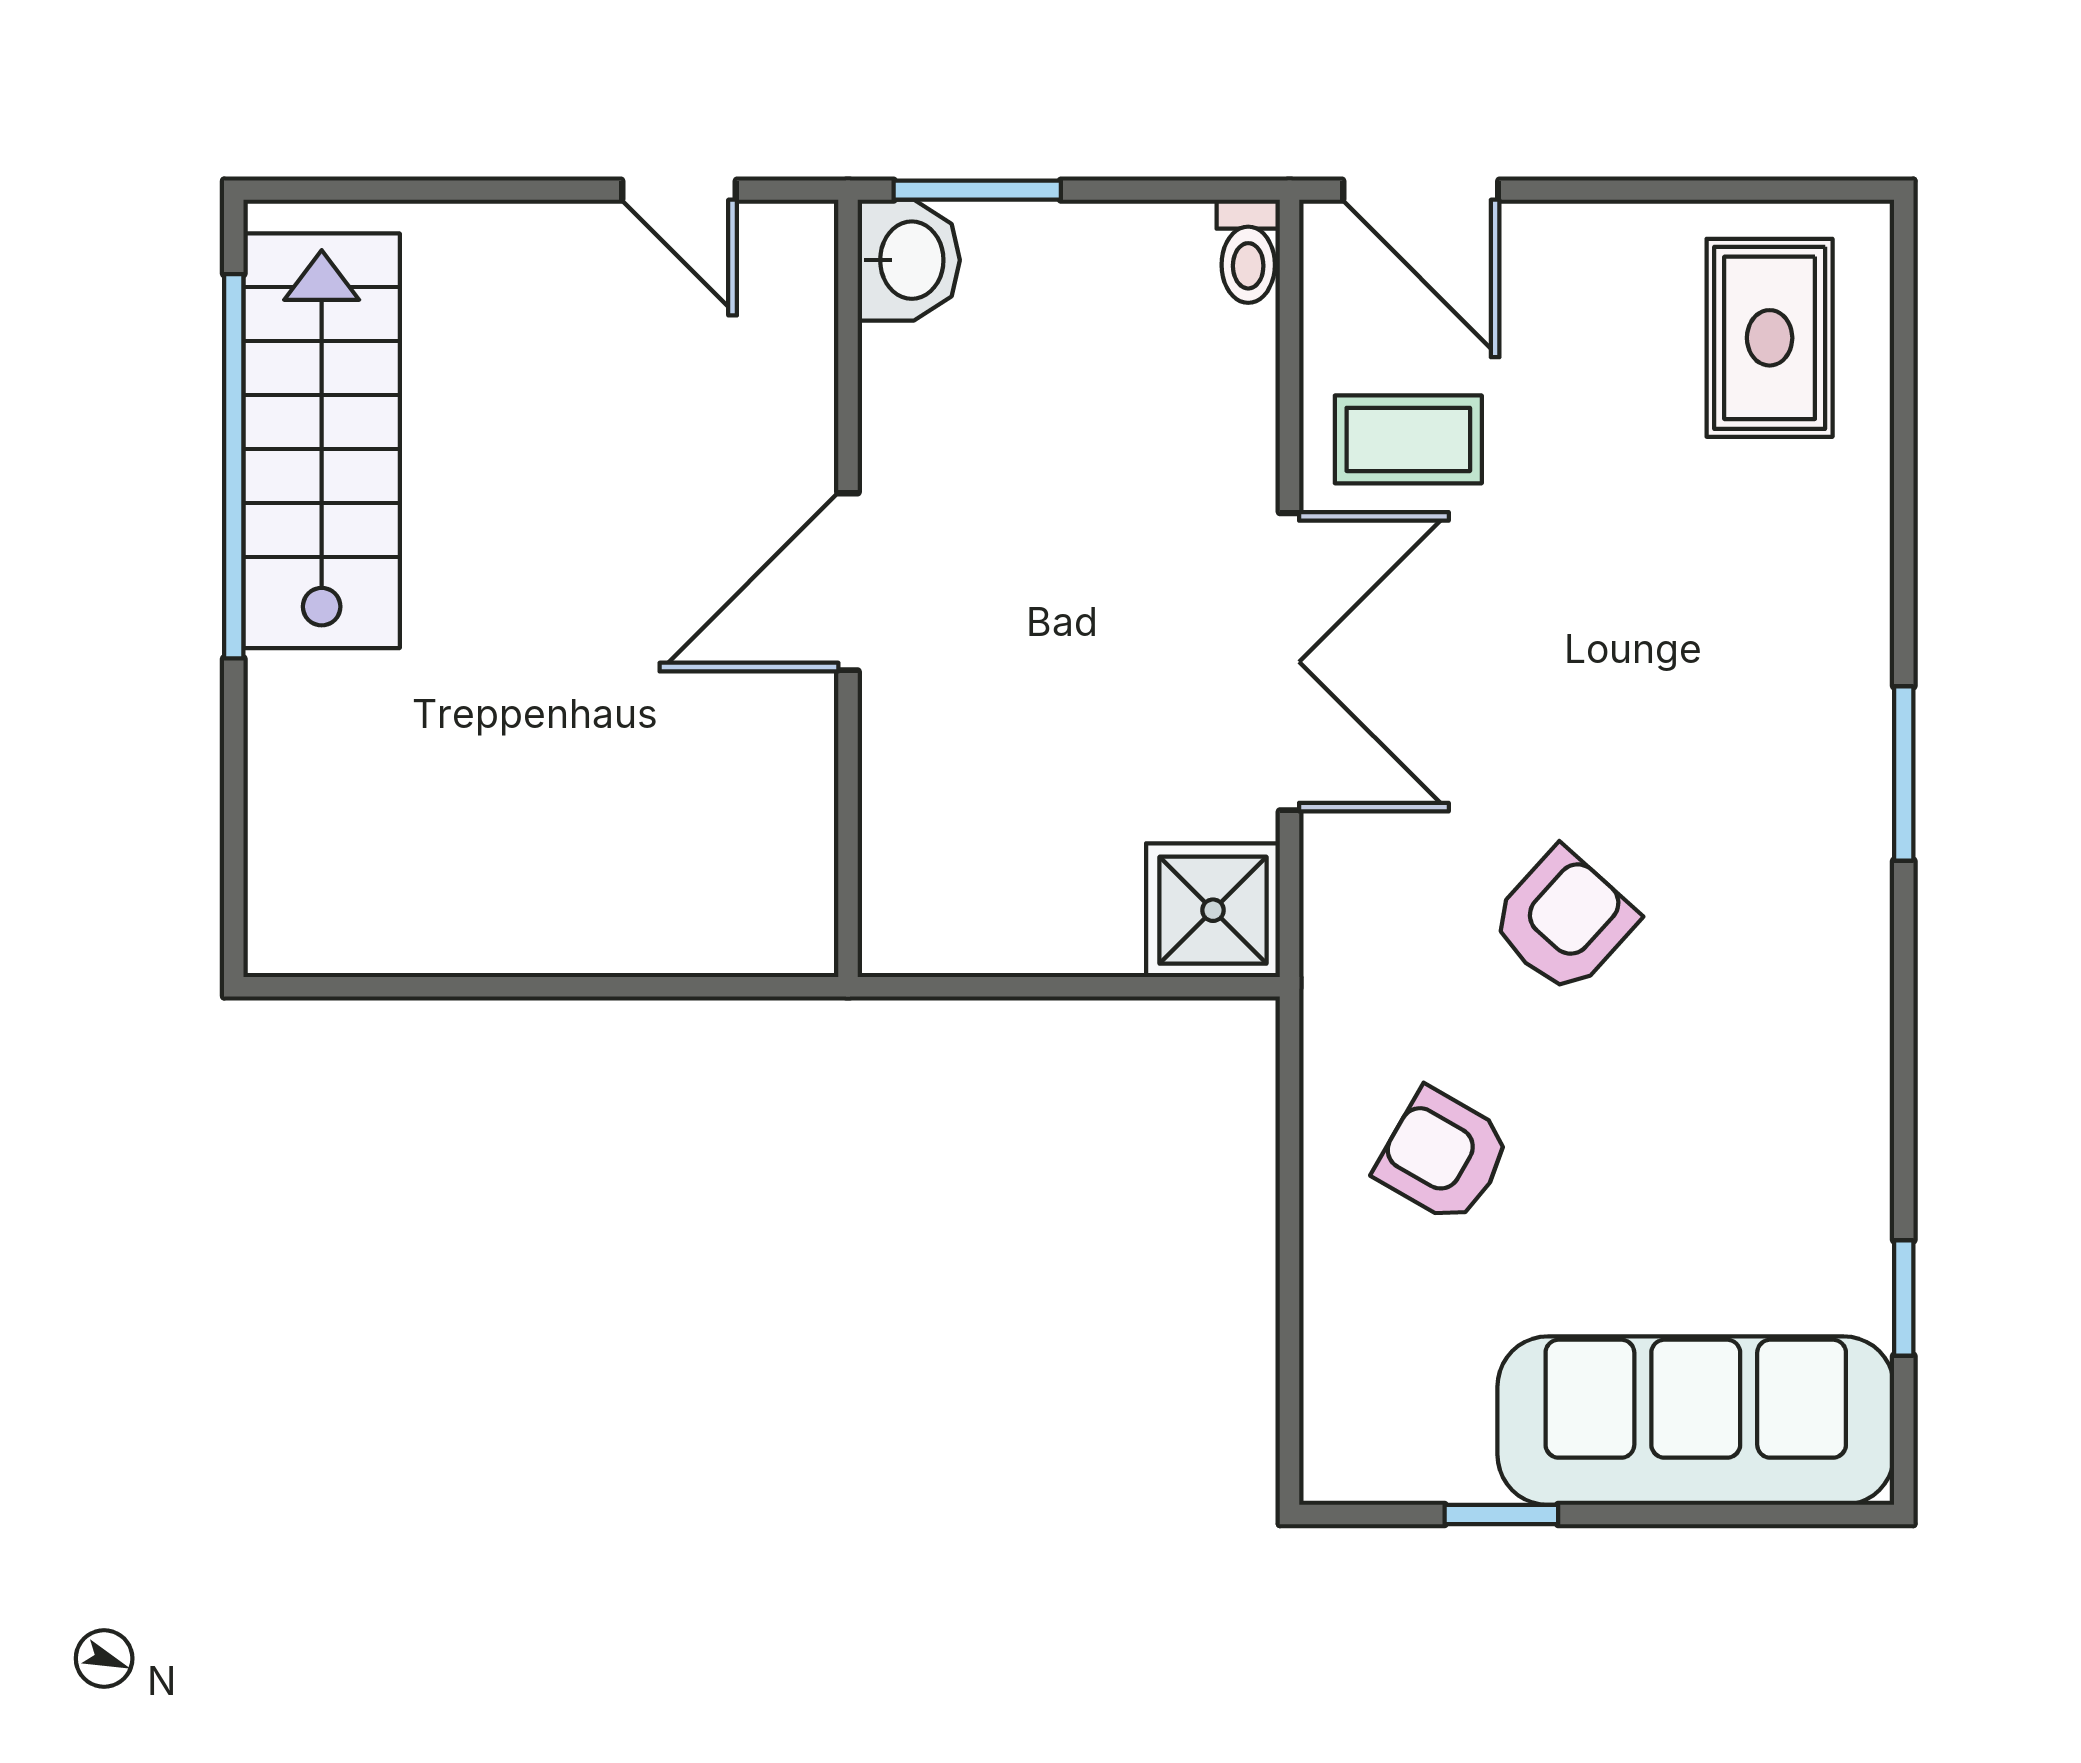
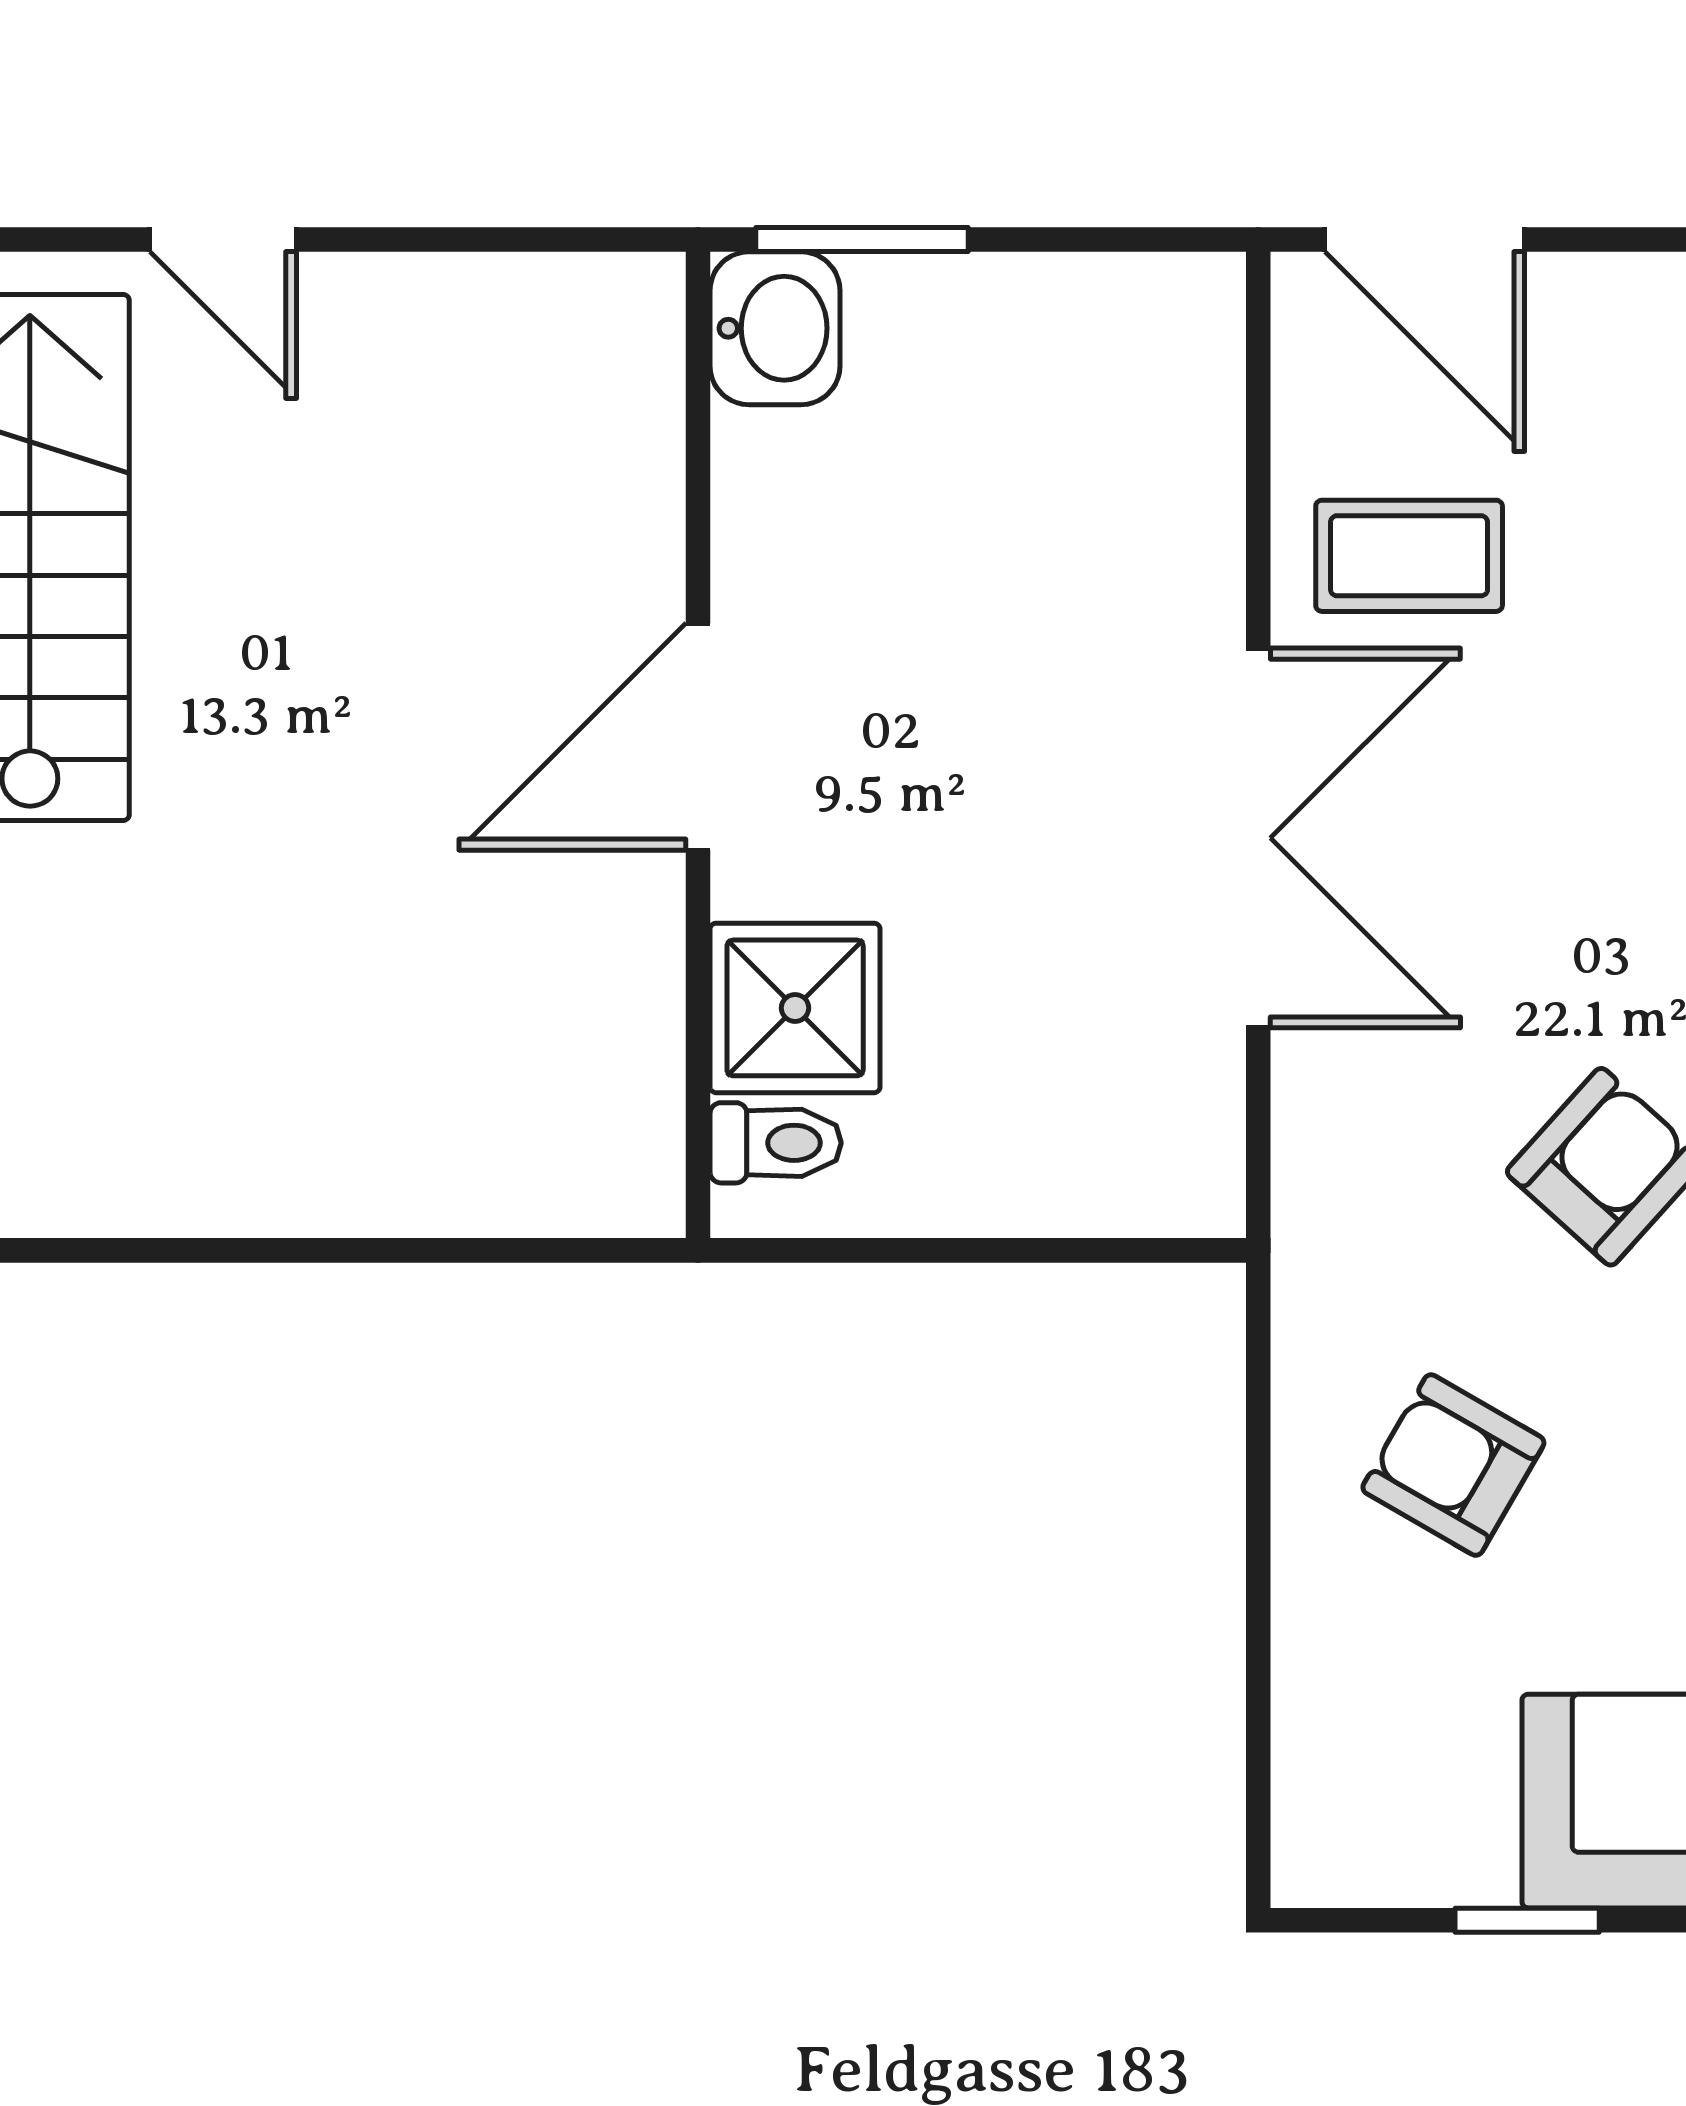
door: (679, 190) -> (223, 239), moved
toilet: (1248, 251) -> (776, 1143), moved, turned -90
shower: (1213, 910) -> (795, 1008), moved

